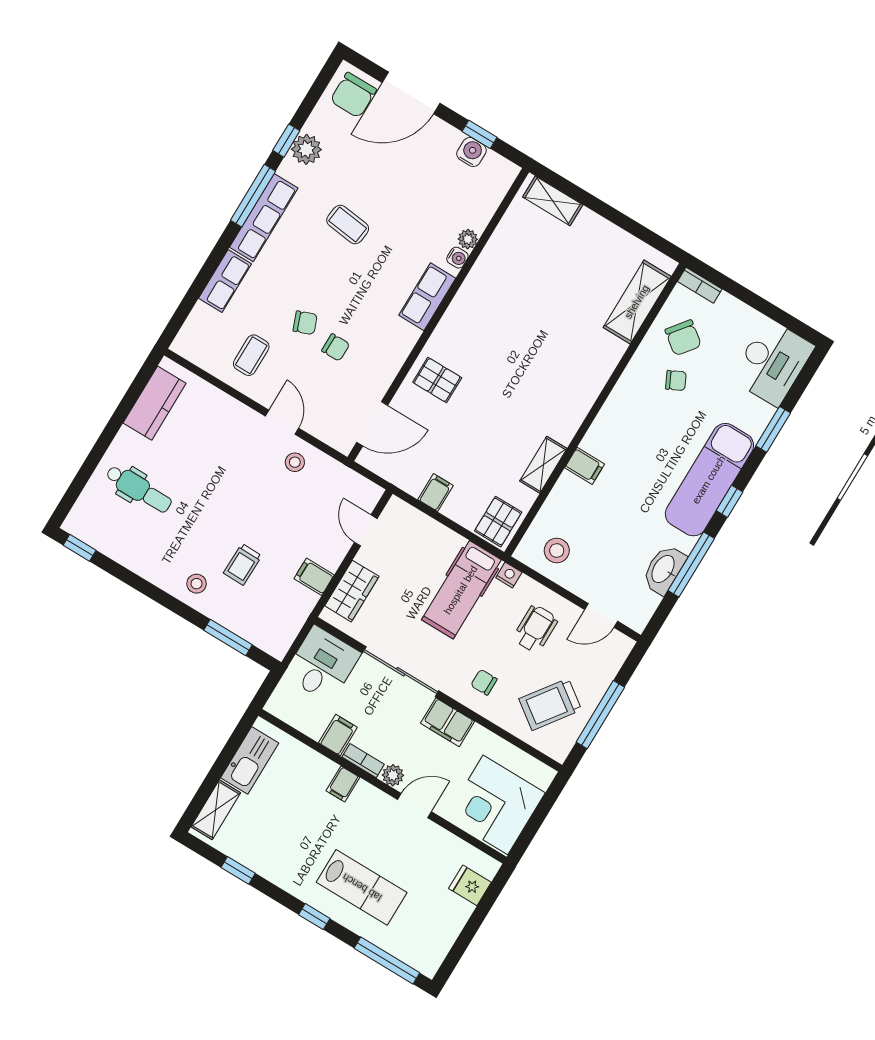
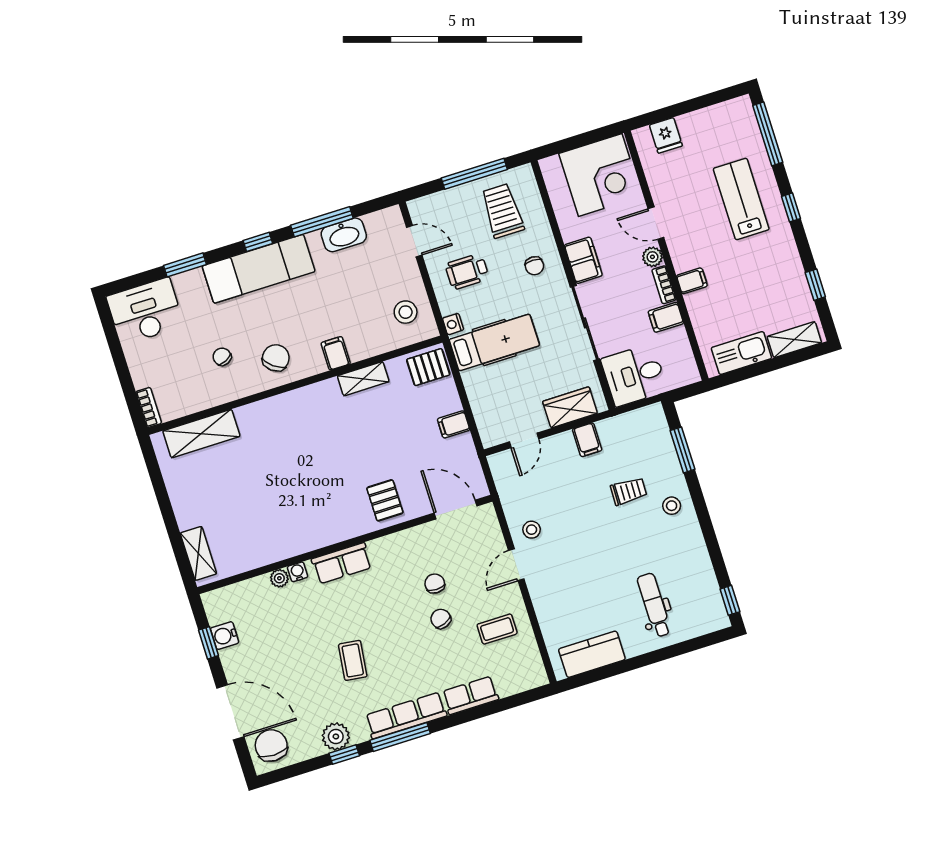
chair: (353, 95) -> (271, 745), turned -90
chair: (683, 338) -> (276, 358), moved
trolley: (550, 704) -> (502, 211), turned -126

